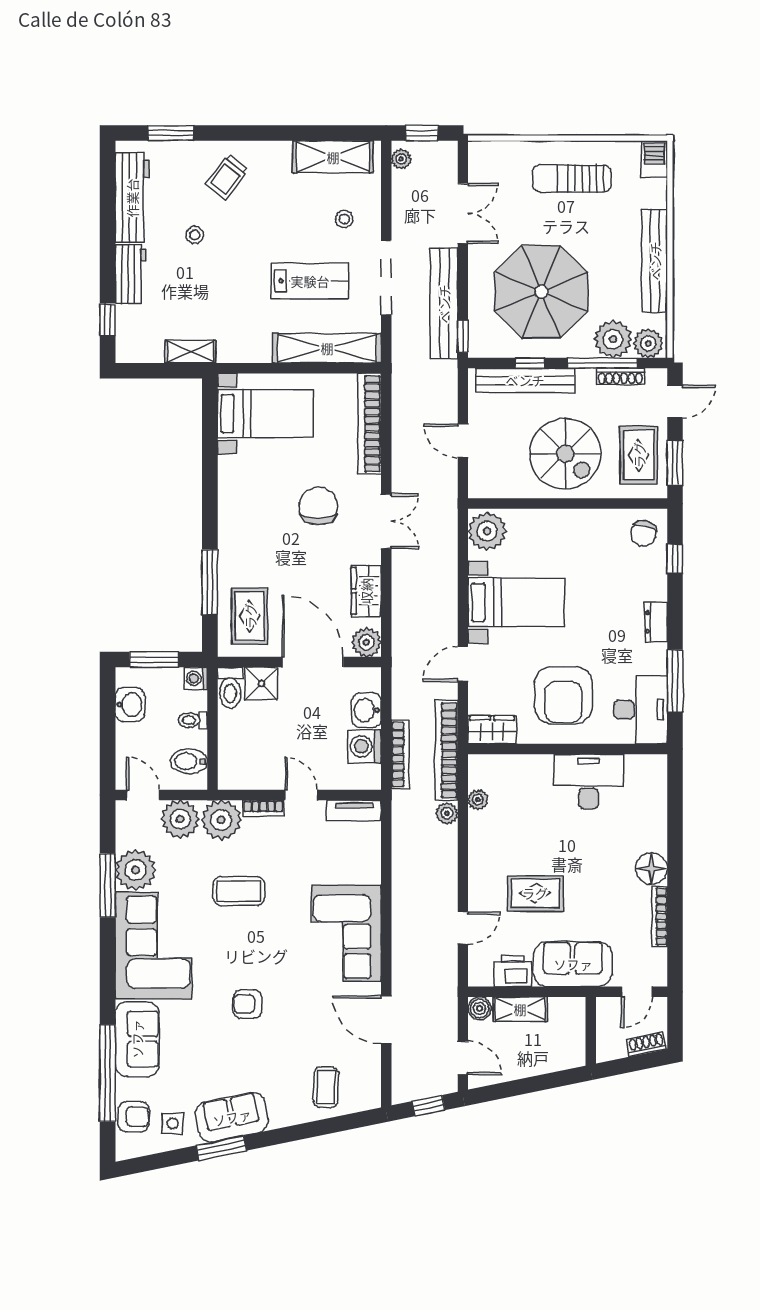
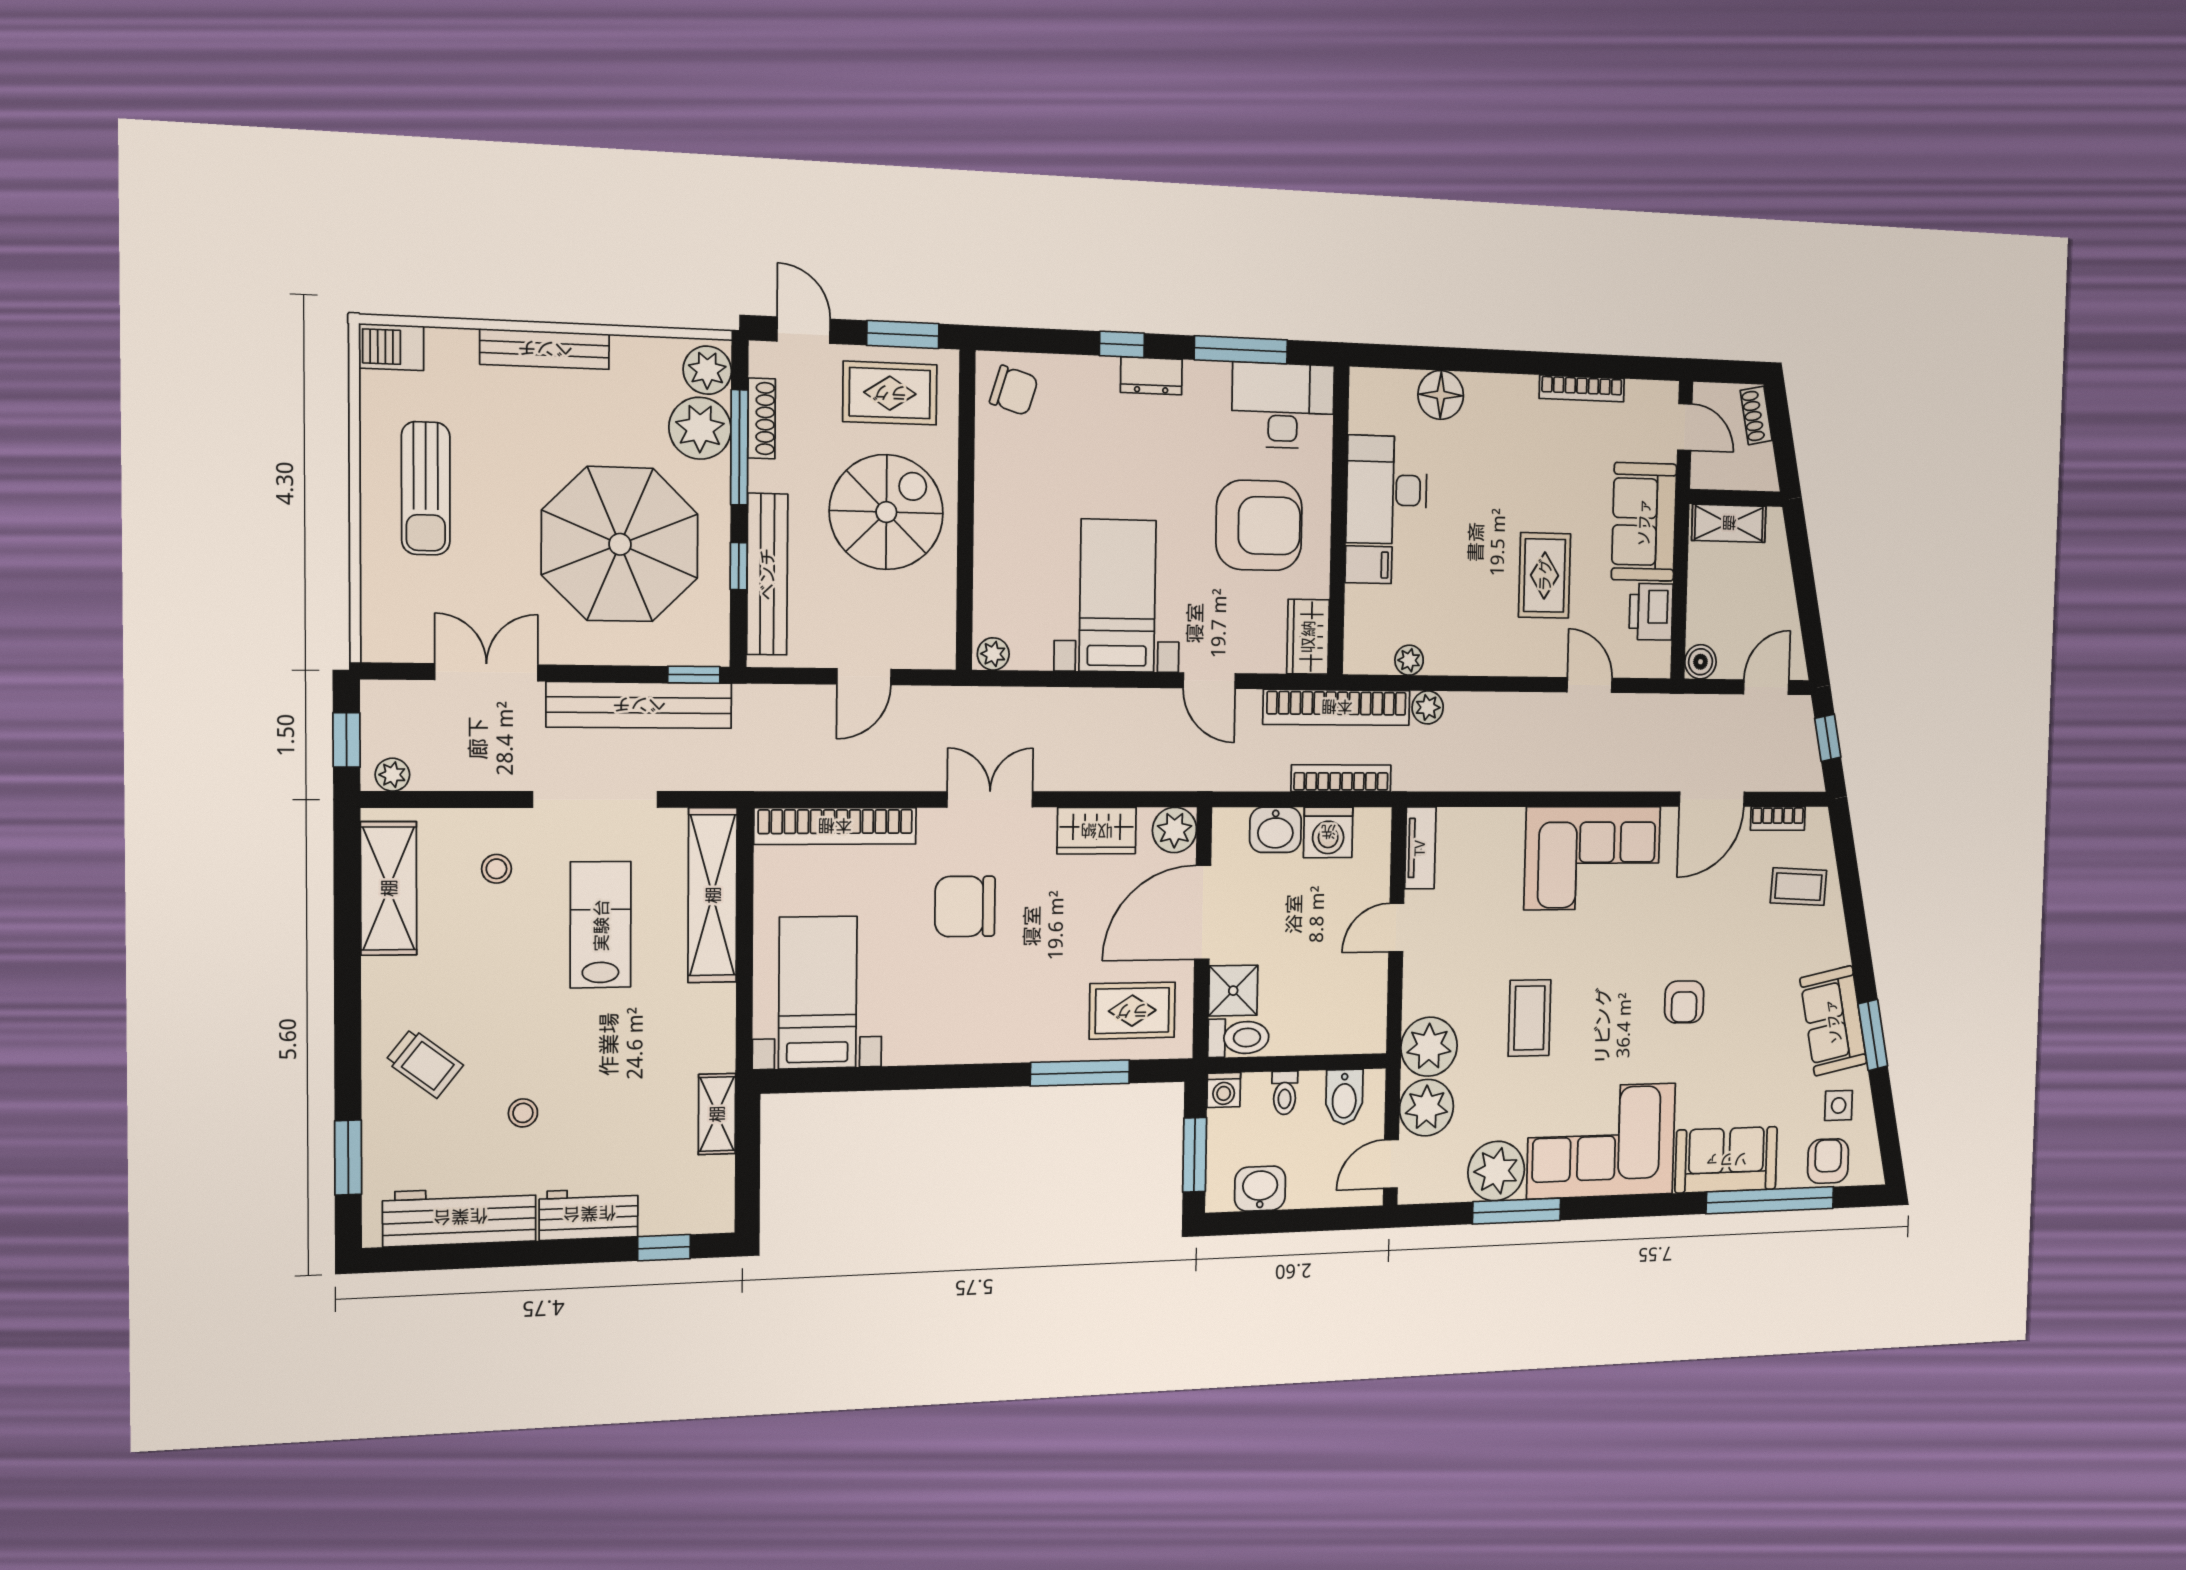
bench: (655, 261) -> (545, 349), width x0.73, depth x0.82
plant: (487, 531) -> (993, 654), width x0.53, depth x0.53
window: (675, 559) -> (1122, 344), moved
filing cabinet: (540, 770) -> (1368, 565), added
bookcase: (263, 808) -> (1778, 818), moved, turned 90
floor lamp: (652, 869) -> (1441, 395), moved
shelving: (520, 1009) -> (1729, 523), moved, turned 90

